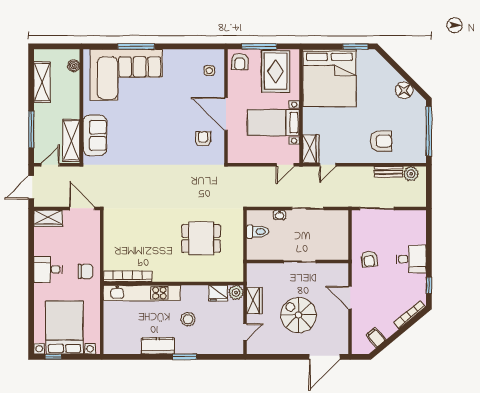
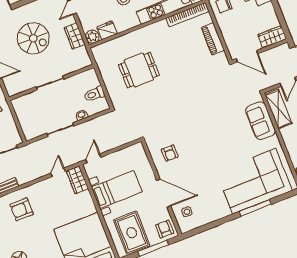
door: (226, 114) -> (164, 193), moved
piano: (111, 241) -> (213, 39), added

